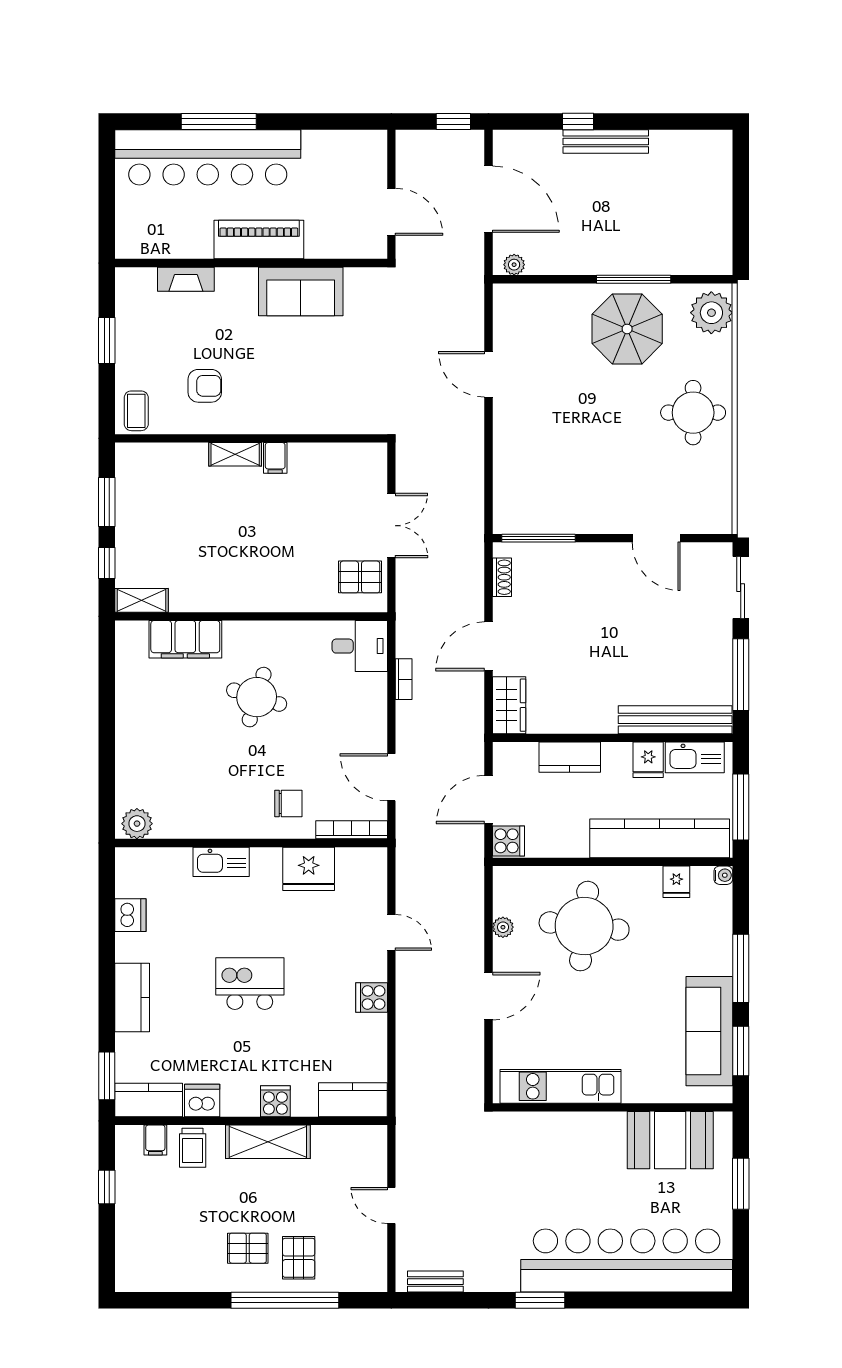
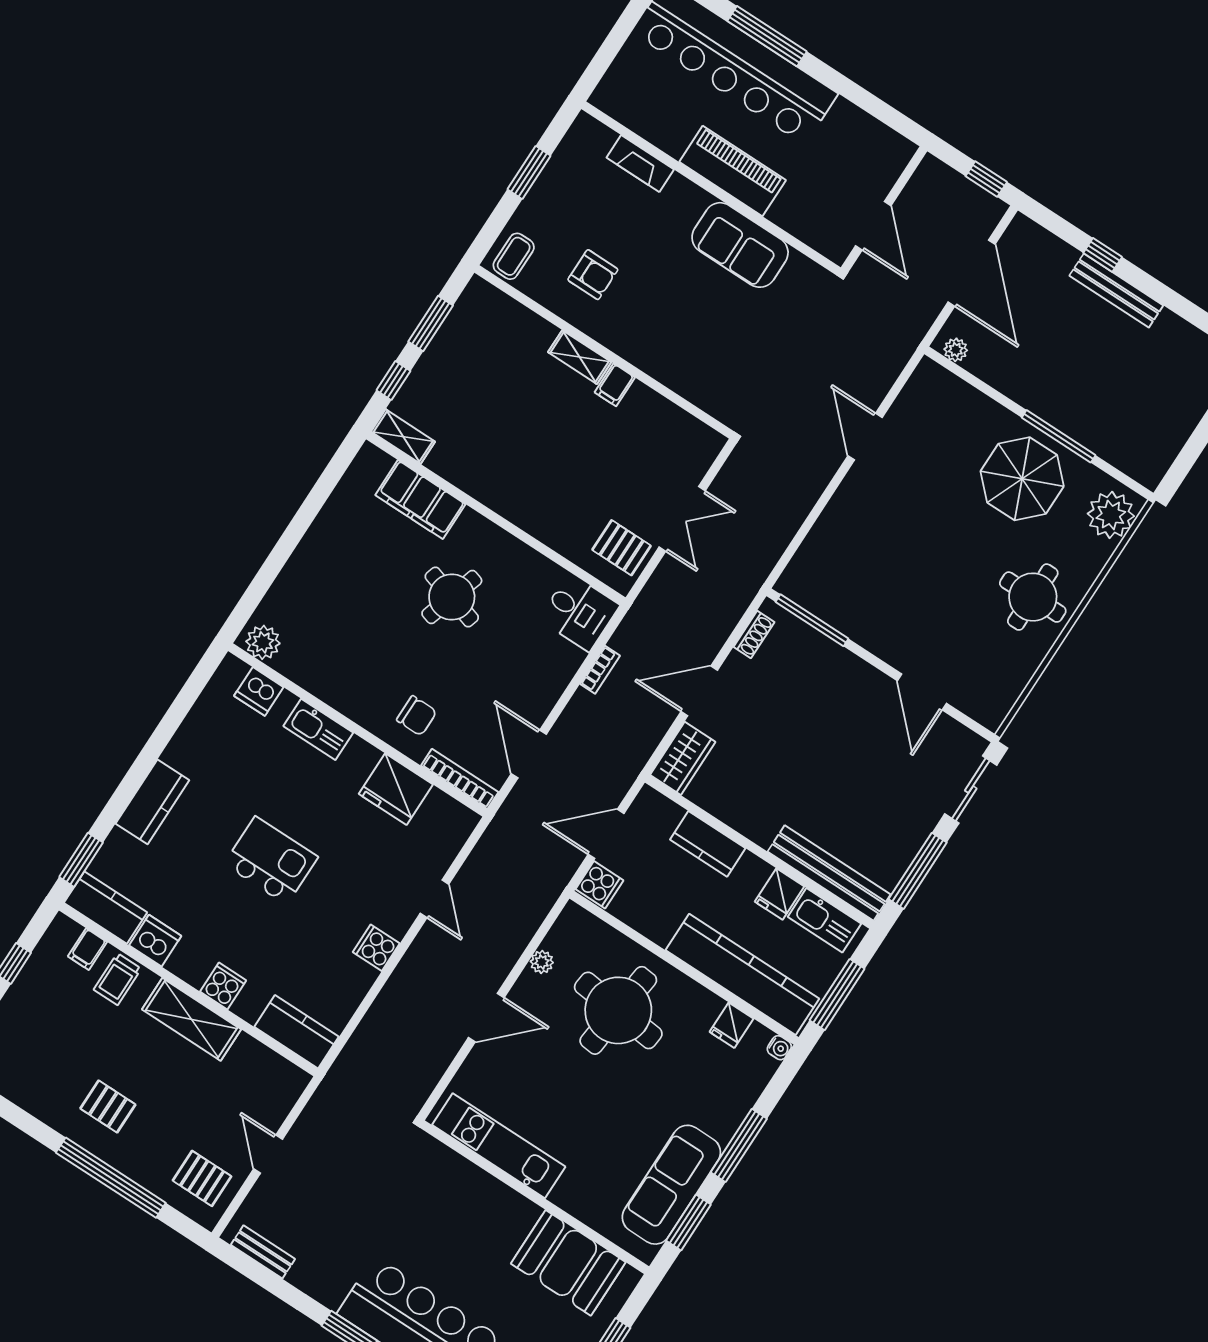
dishwasher: (130, 915) -> (259, 691), moved, turned 90
pallet: (299, 1258) -> (202, 1178), moved, turned 90

